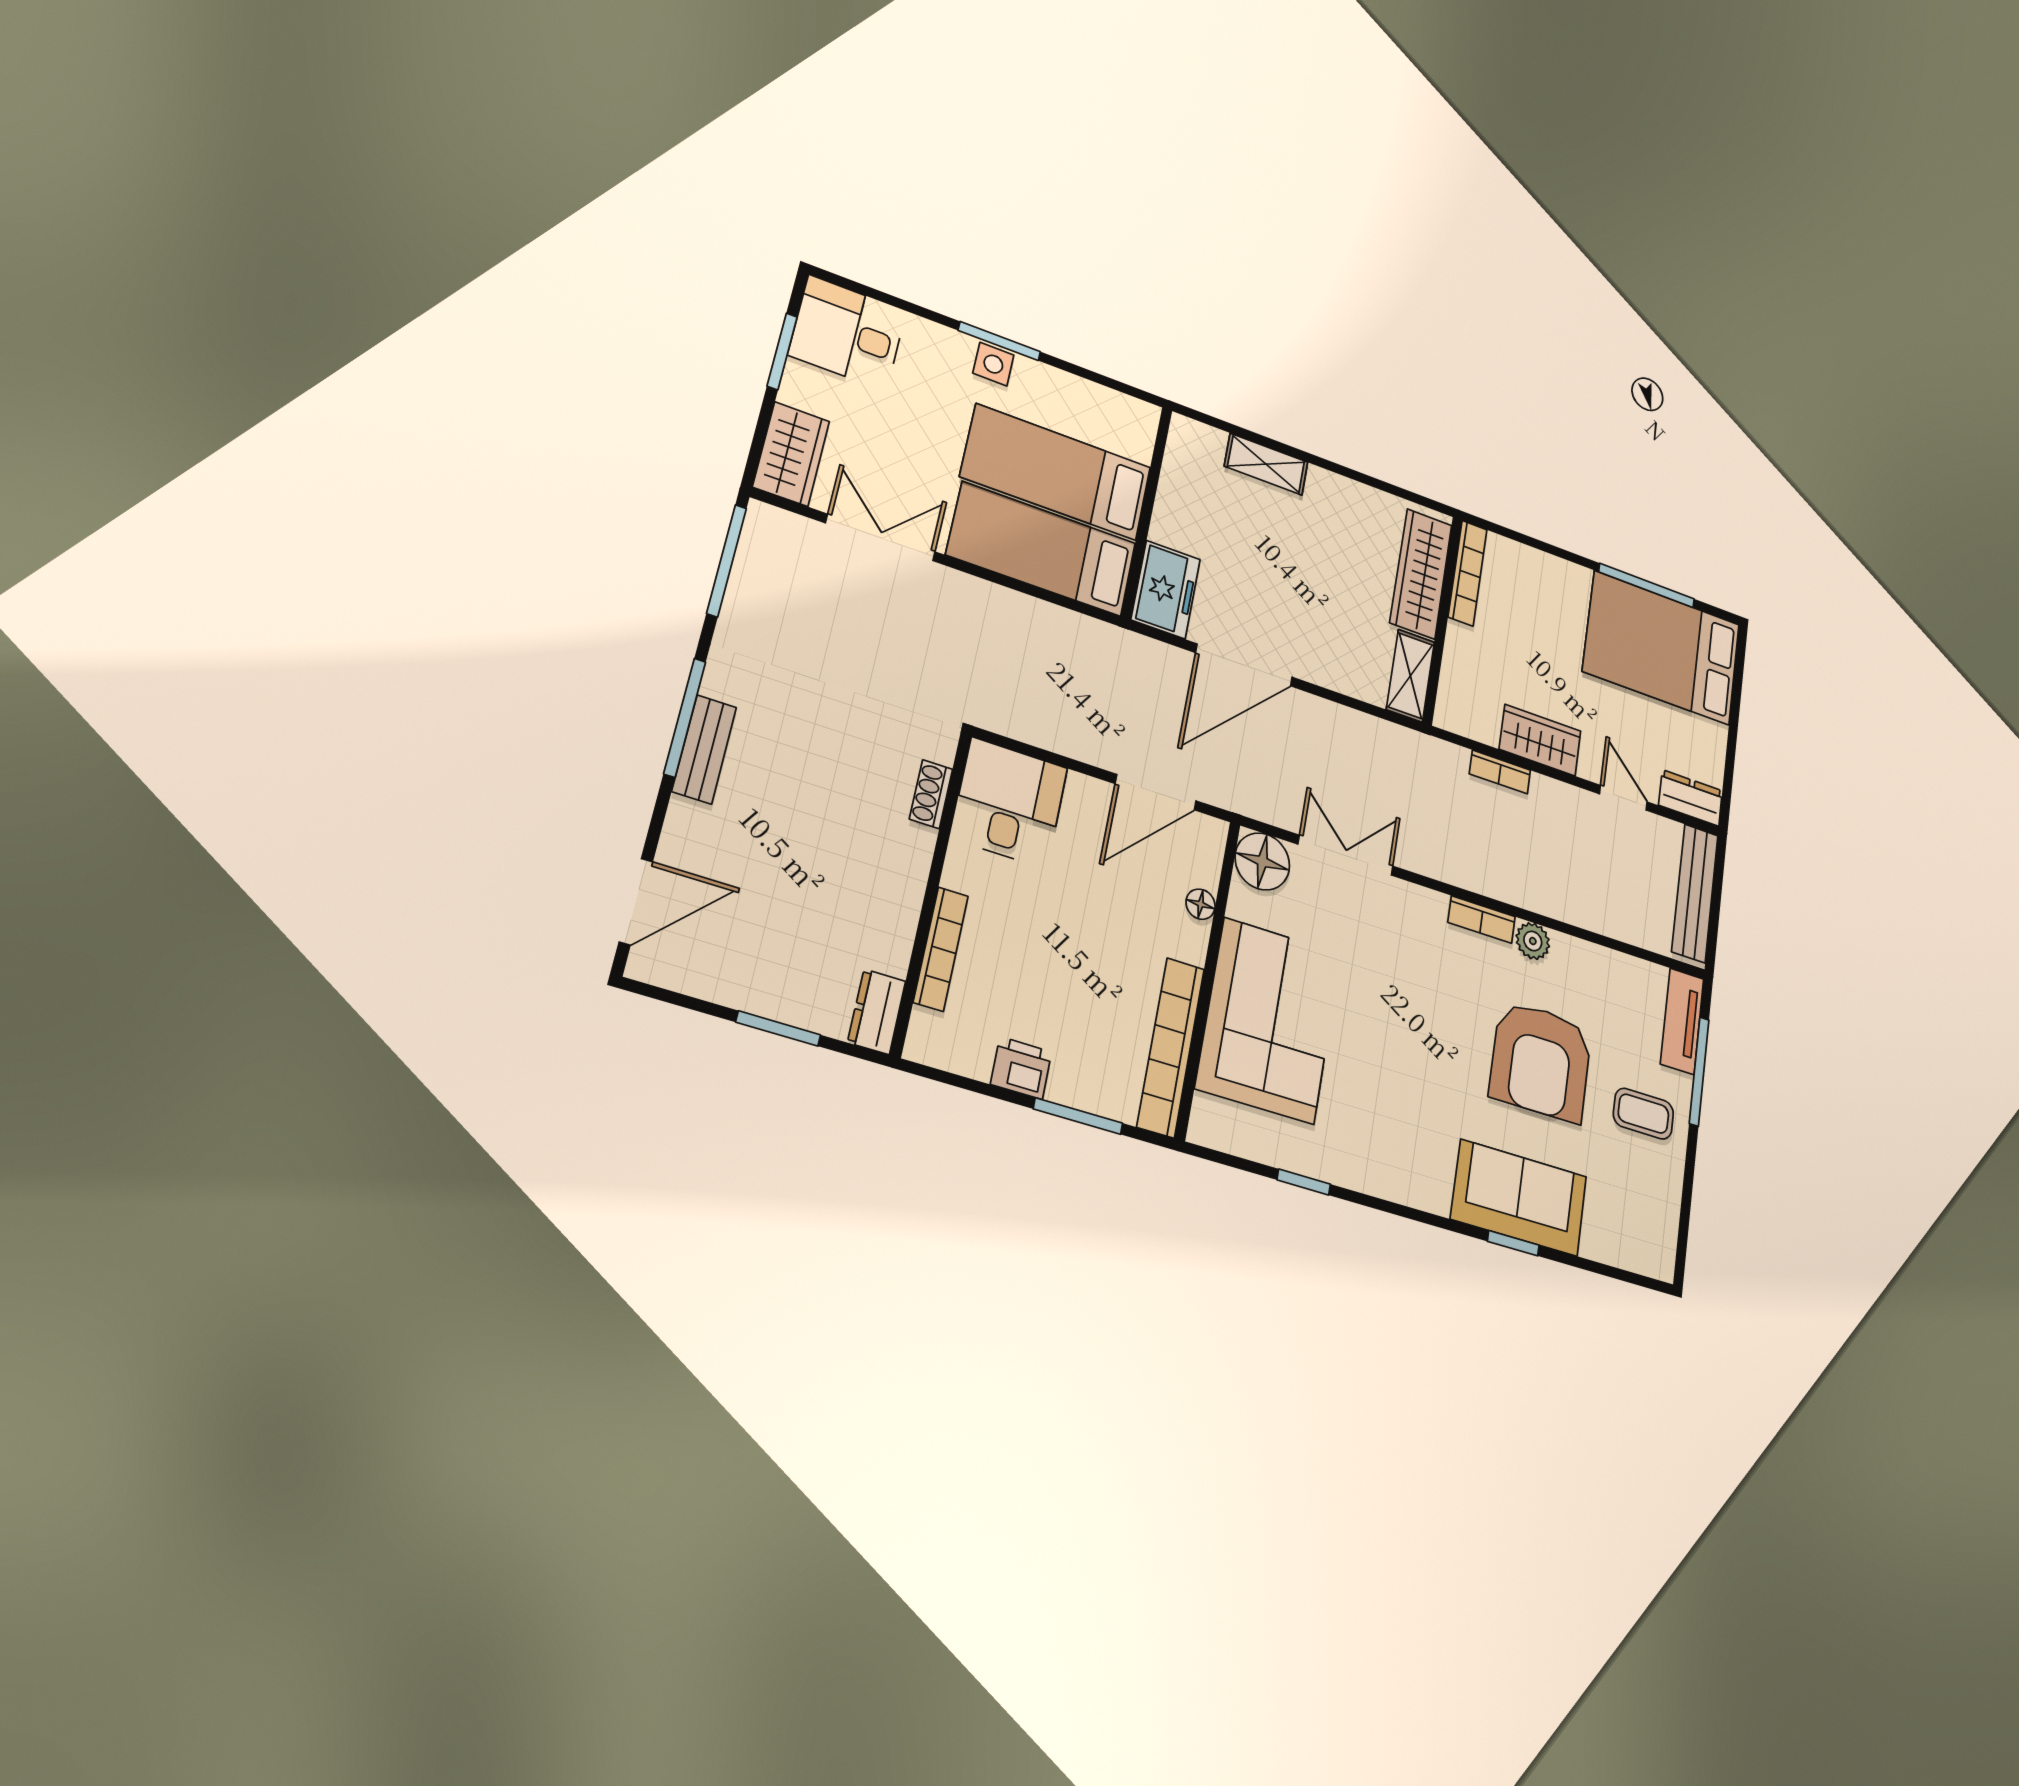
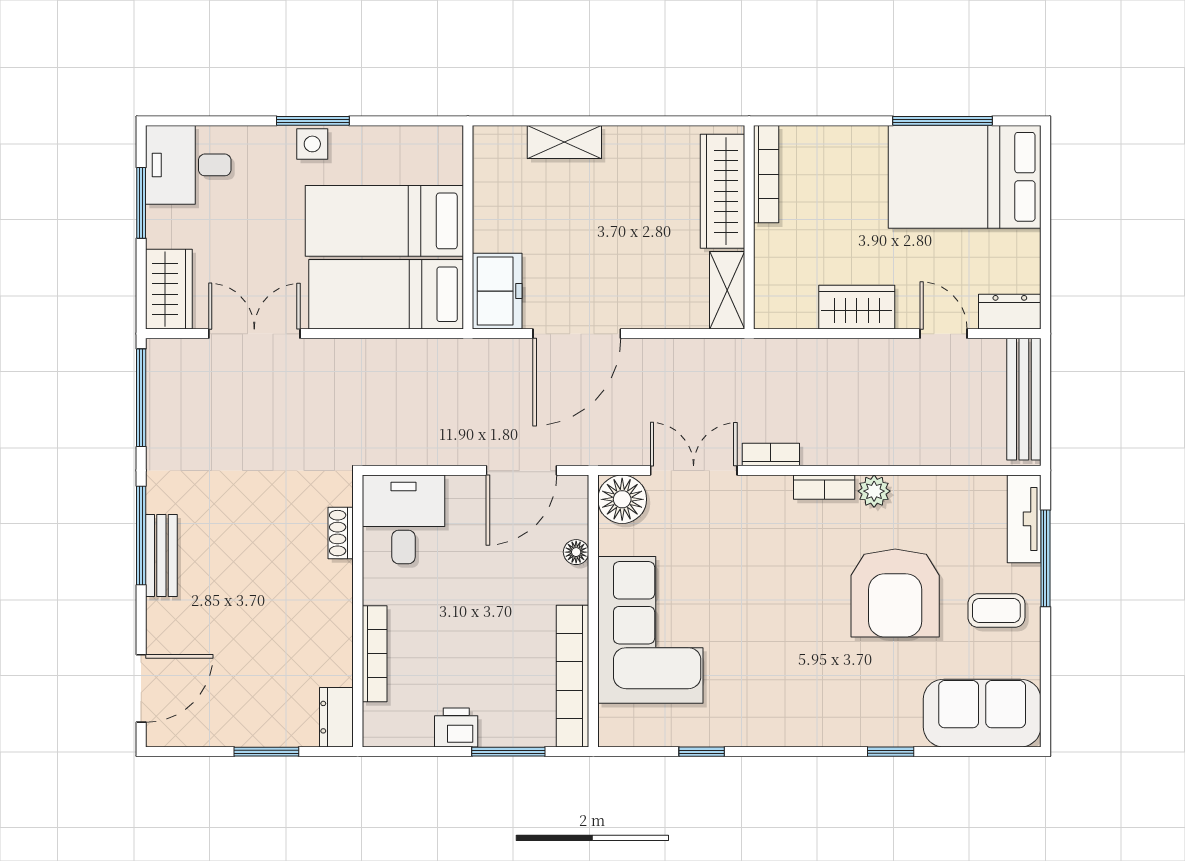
bookcase: (1500, 772) -> (771, 454), moved, turned 180
sofa: (1519, 1198) -> (982, 713), moved

